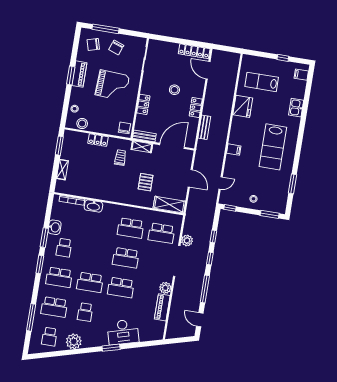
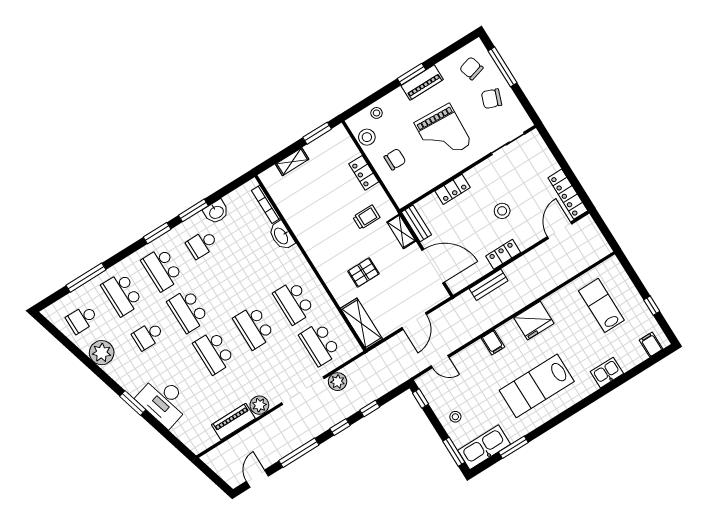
fridge: (243, 106) -> (534, 321), moved
chair: (124, 128) -> (395, 159), moved
kitchen sink: (280, 198) -> (484, 447), added

